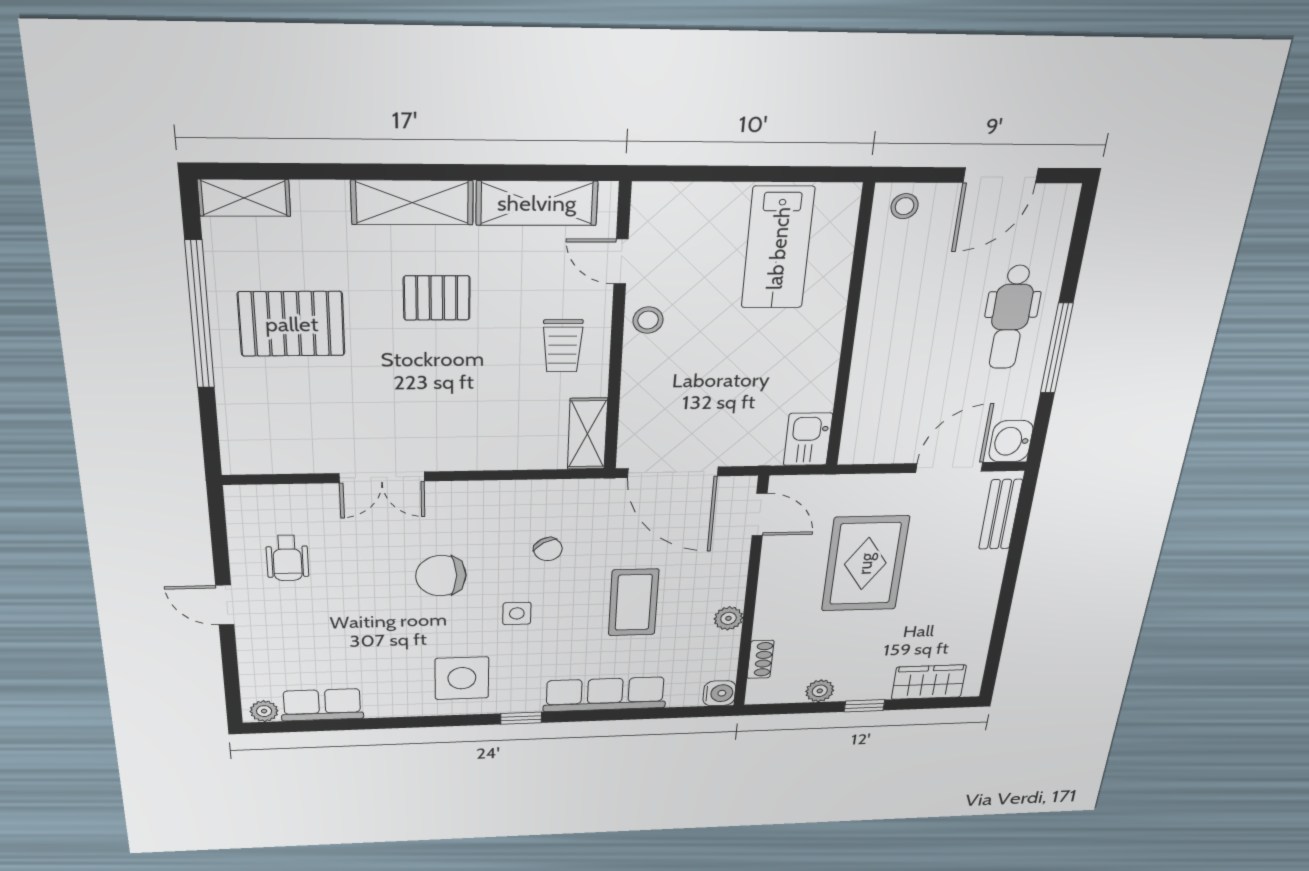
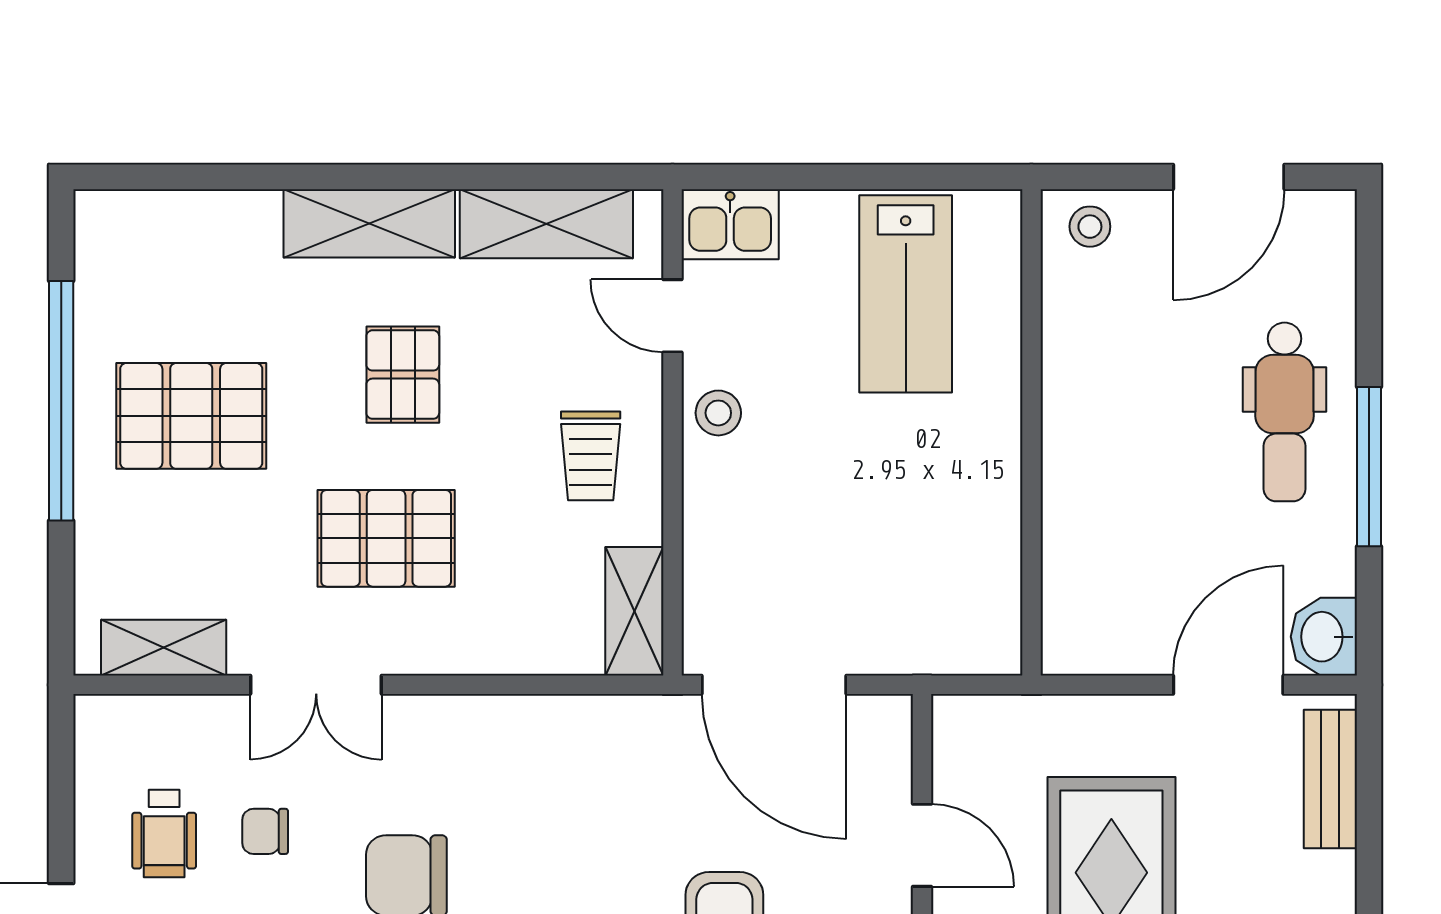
shelving: (244, 198) -> (164, 648), moved
pallet: (437, 298) -> (403, 375), turned 90
pallet: (426, 395) -> (386, 538), added
kitchen sink: (808, 439) -> (730, 224), moved, turned -90
door: (760, 514) -> (922, 845), moved
chair: (548, 549) -> (265, 831), moved, turned 121

